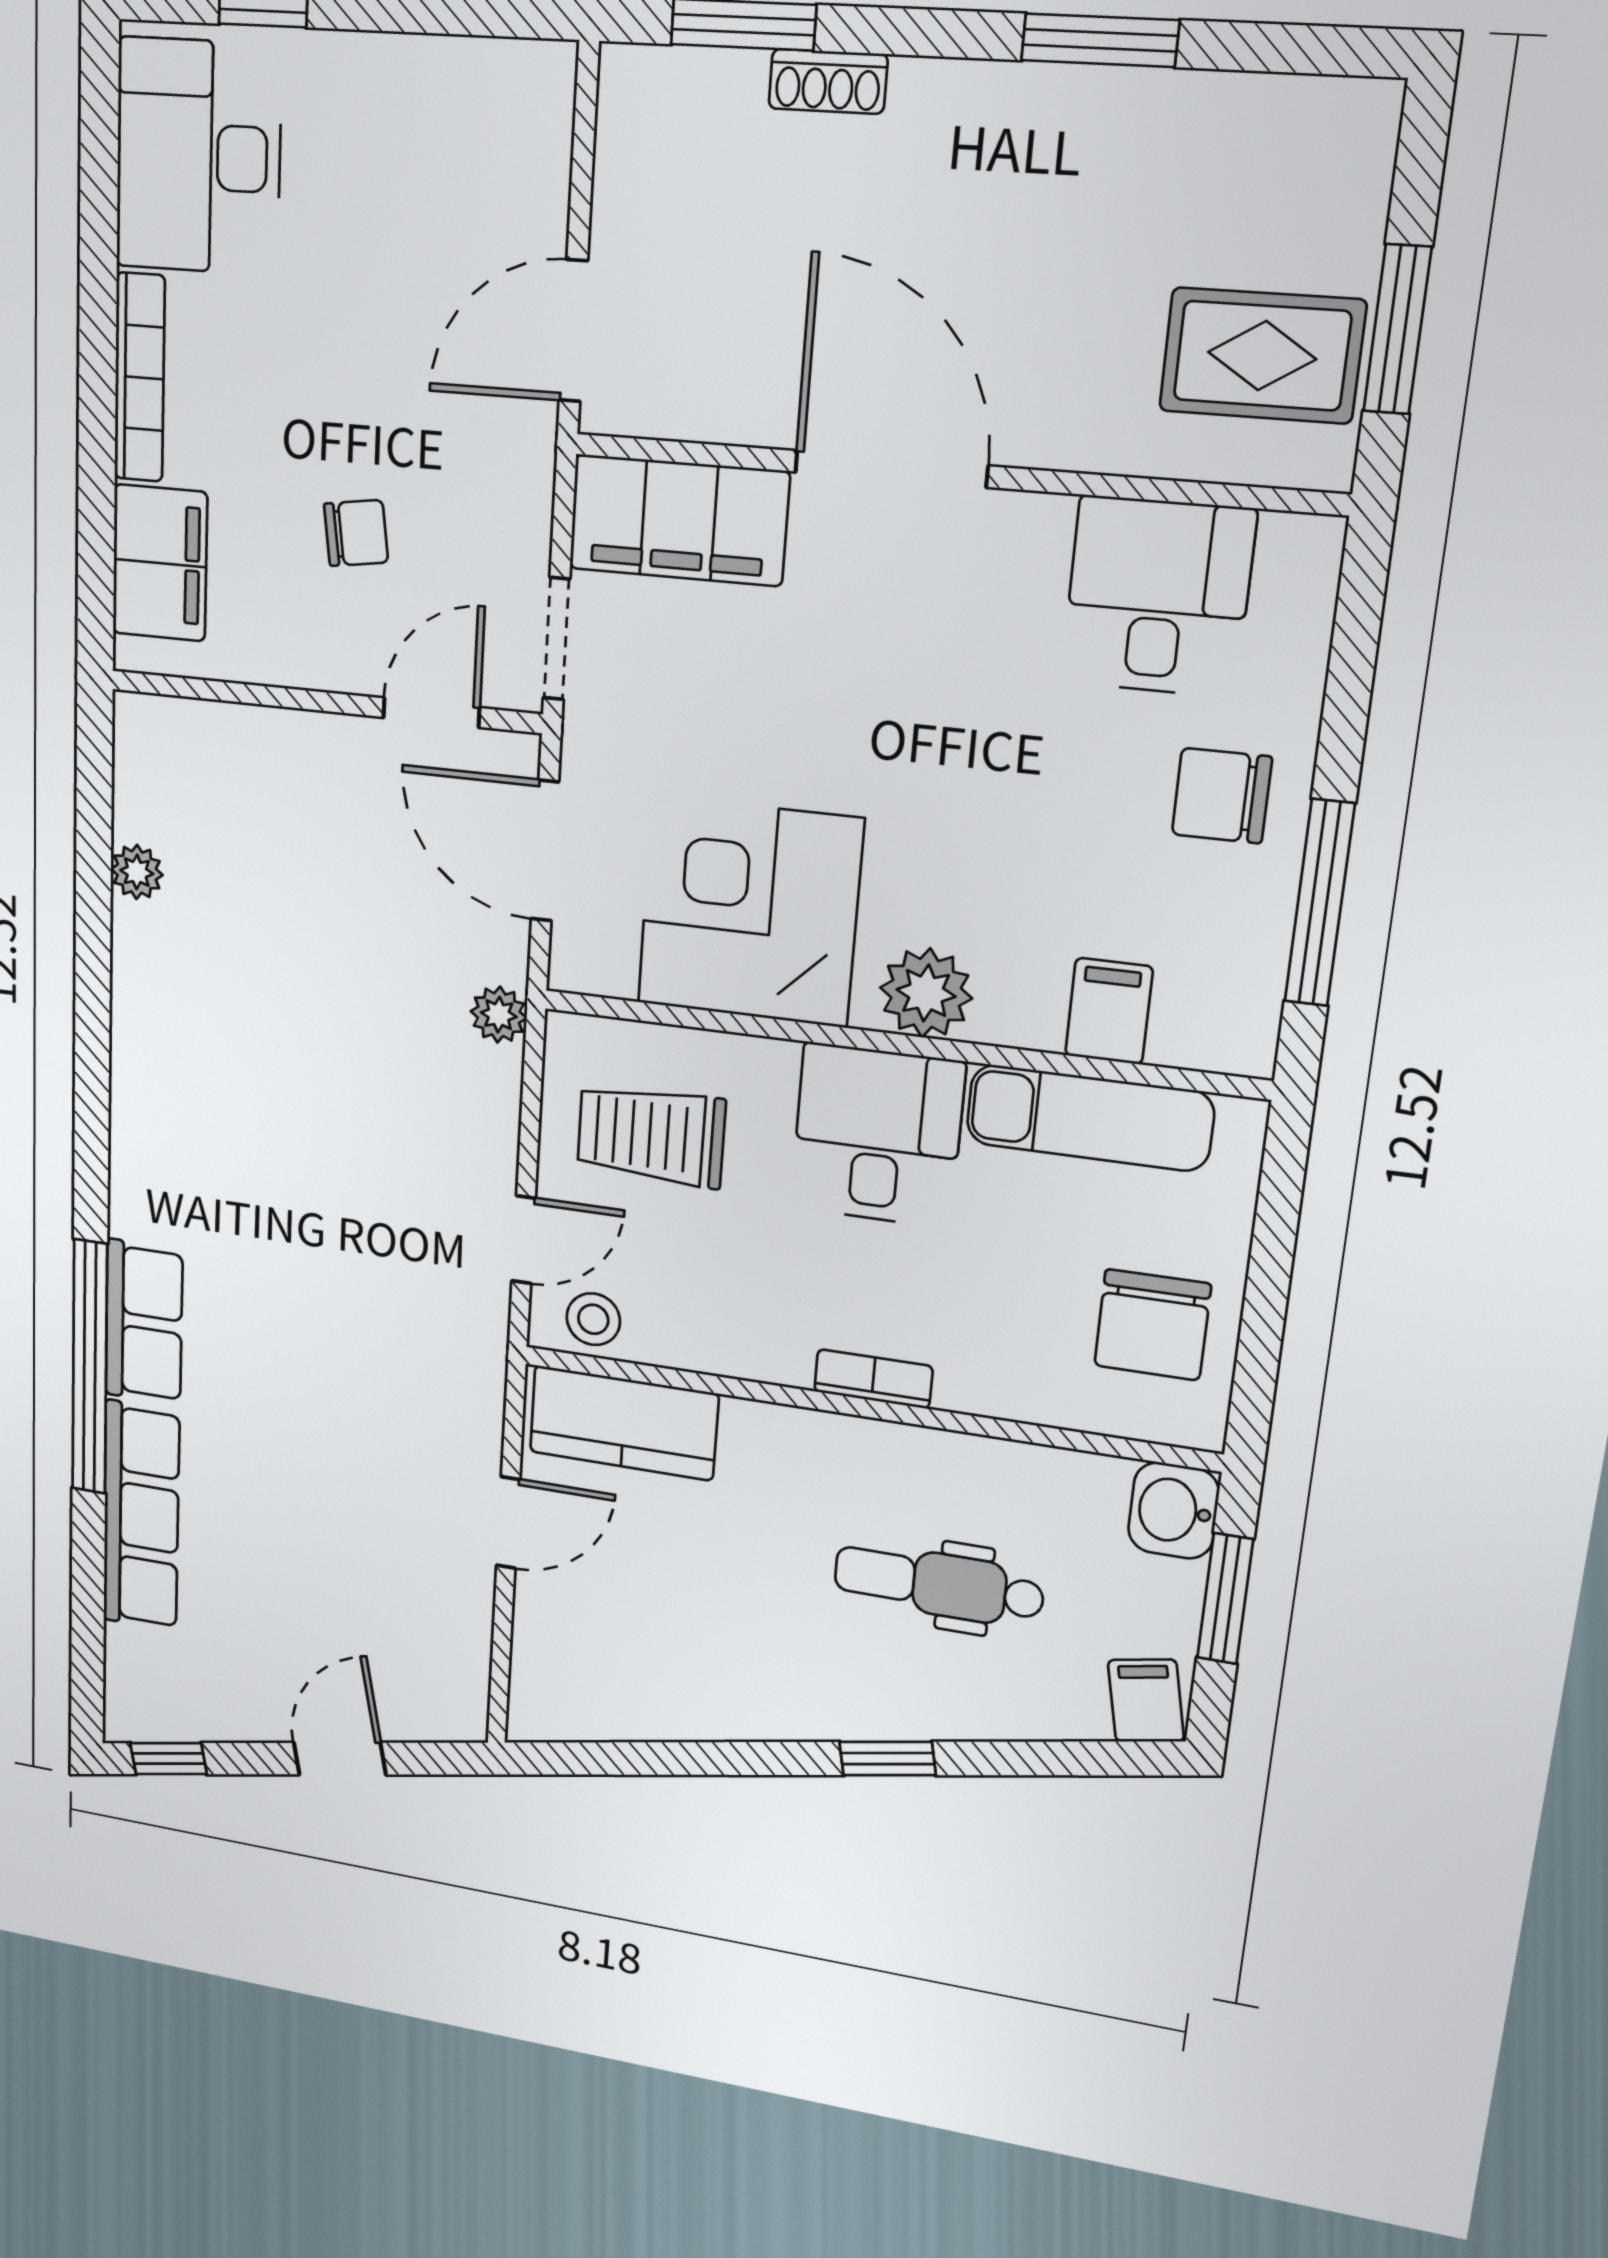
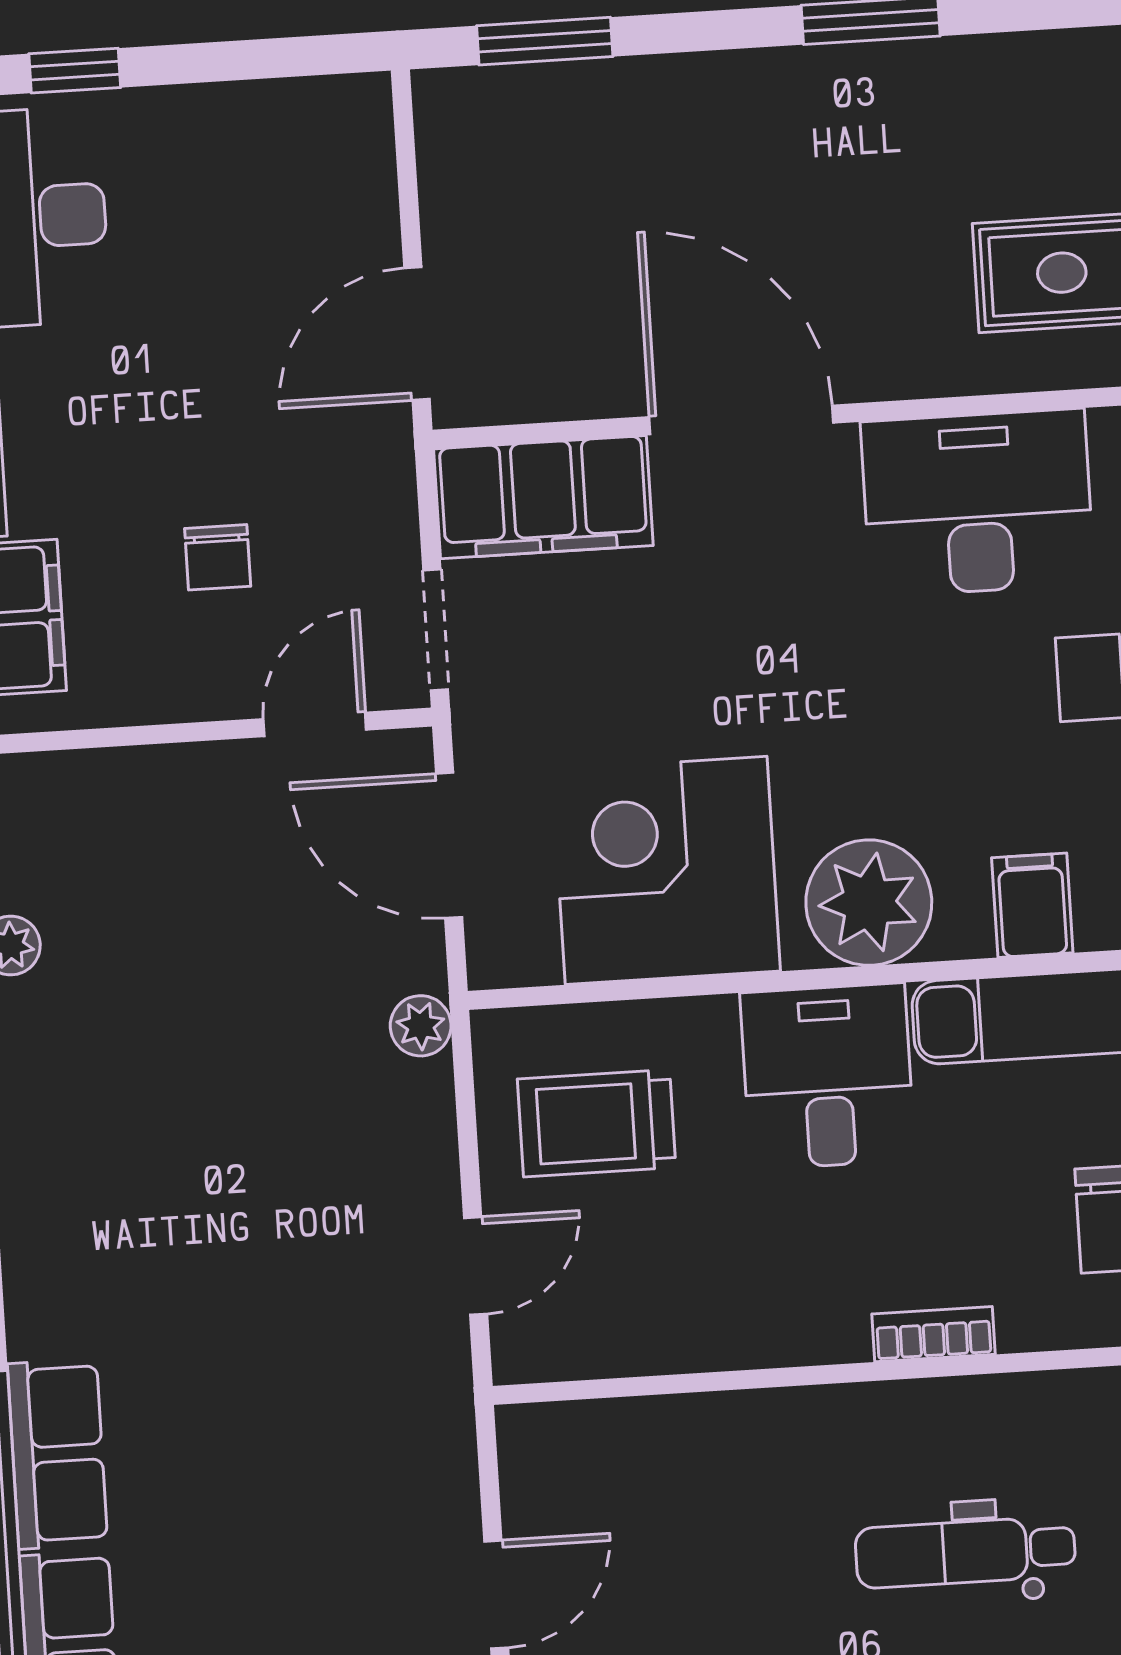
shoe rack: (828, 81) -> (631, 82), removed
chair: (356, 533) -> (218, 557), turned 98
desk: (1158, 596) -> (978, 503), width x1.37
plant: (926, 993) -> (869, 903), width x1.36, depth x1.36
stool: (593, 1319) -> (561, 1338), removed
bookcase: (873, 1379) -> (934, 1334), moved
kitchen counter: (624, 1423) -> (609, 1448), removed

